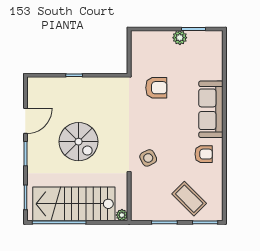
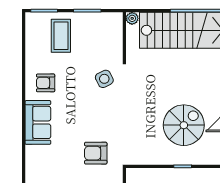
sofa: (211, 109) -> (38, 122), width x0.73
spiral stairs: (79, 142) -> (184, 125), moved, turned 90
coffee table: (189, 199) -> (61, 36), turned 45

